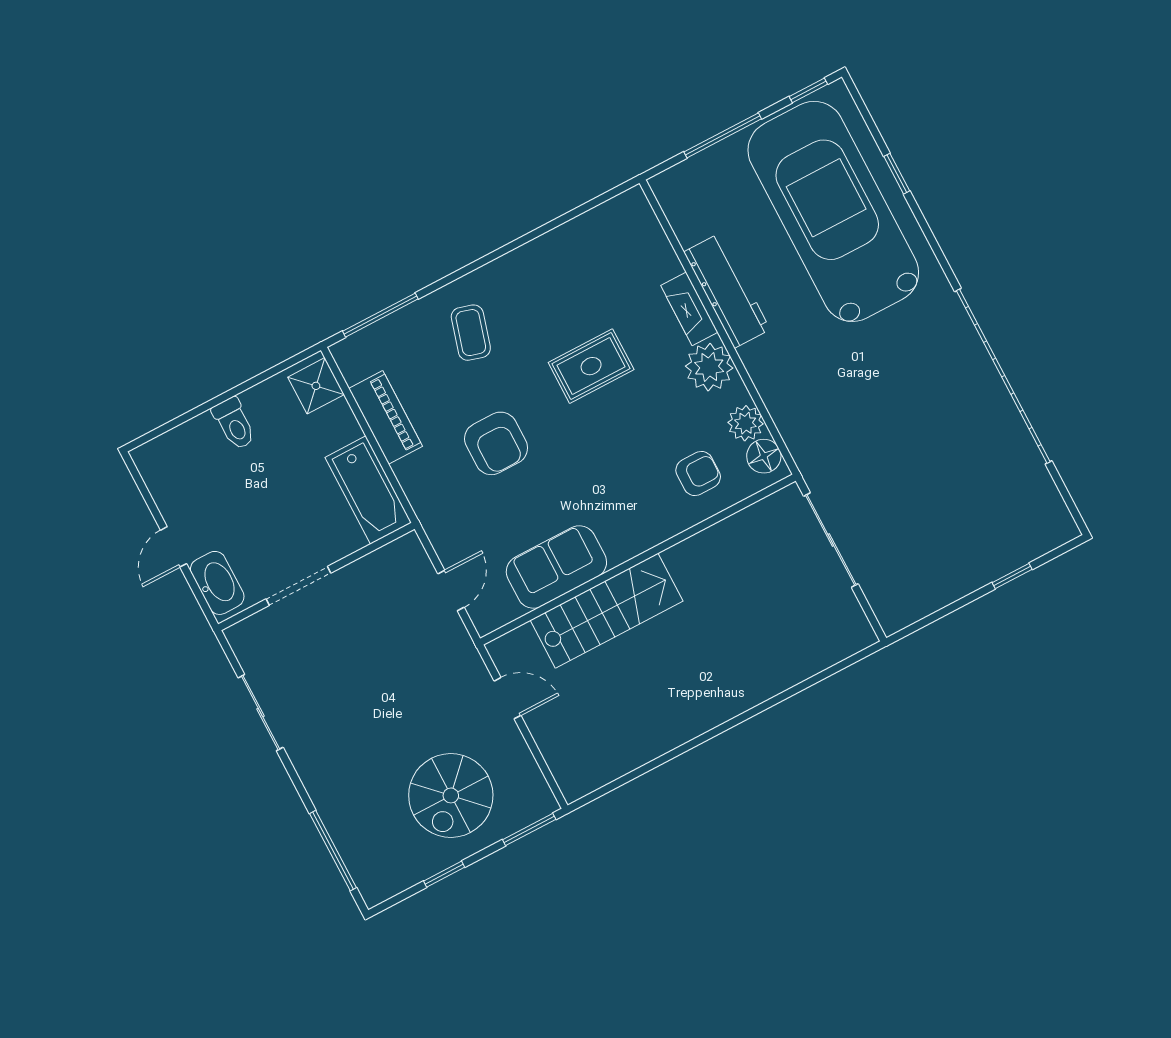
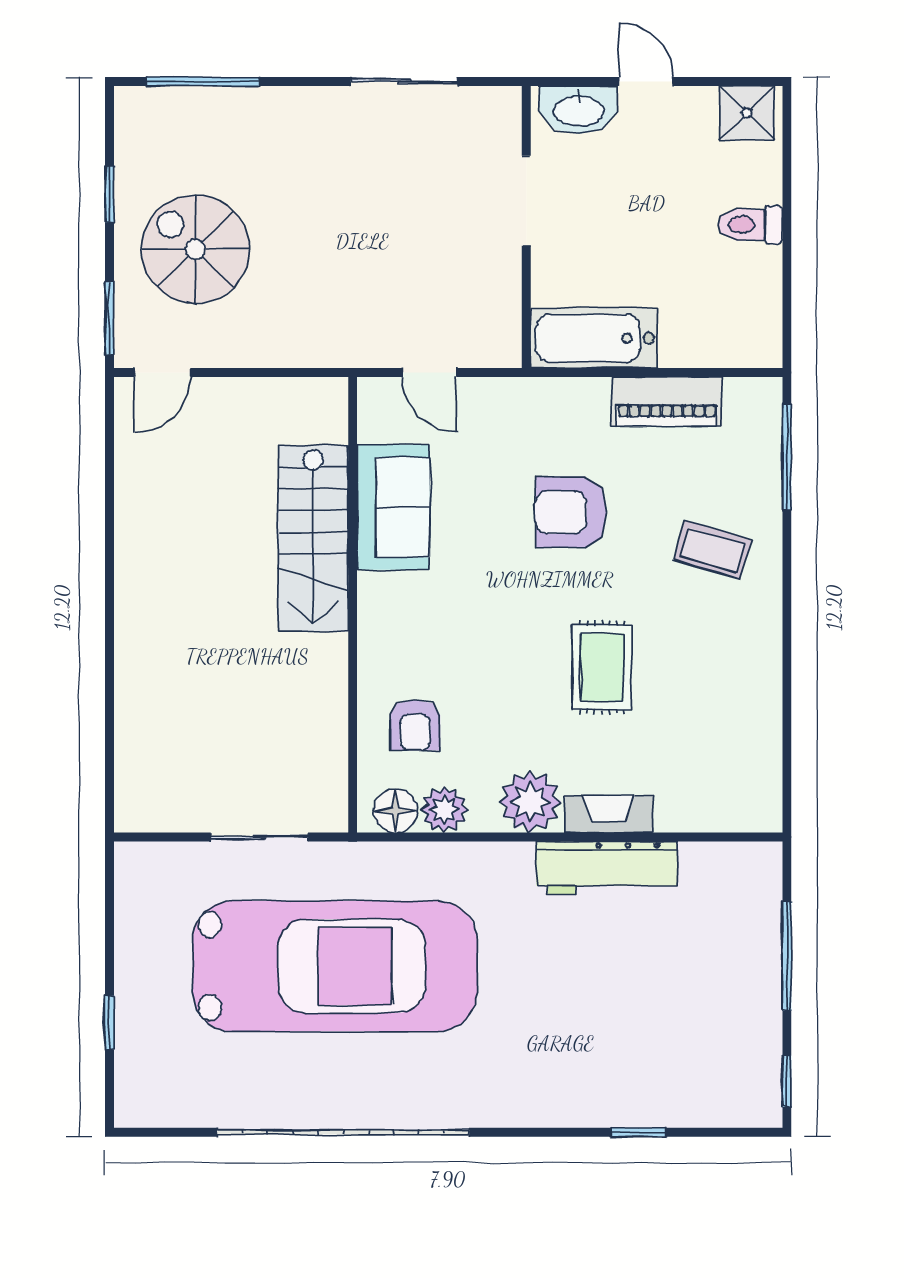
car: (833, 211) -> (335, 966), moved
shower: (316, 386) -> (747, 113), moved
sliding door: (831, 540) -> (259, 837), width x0.73
door: (507, 698) -> (162, 372), moved

